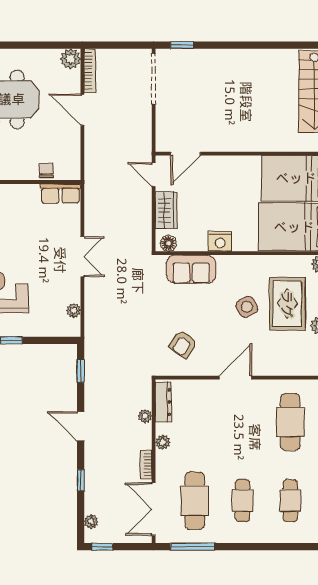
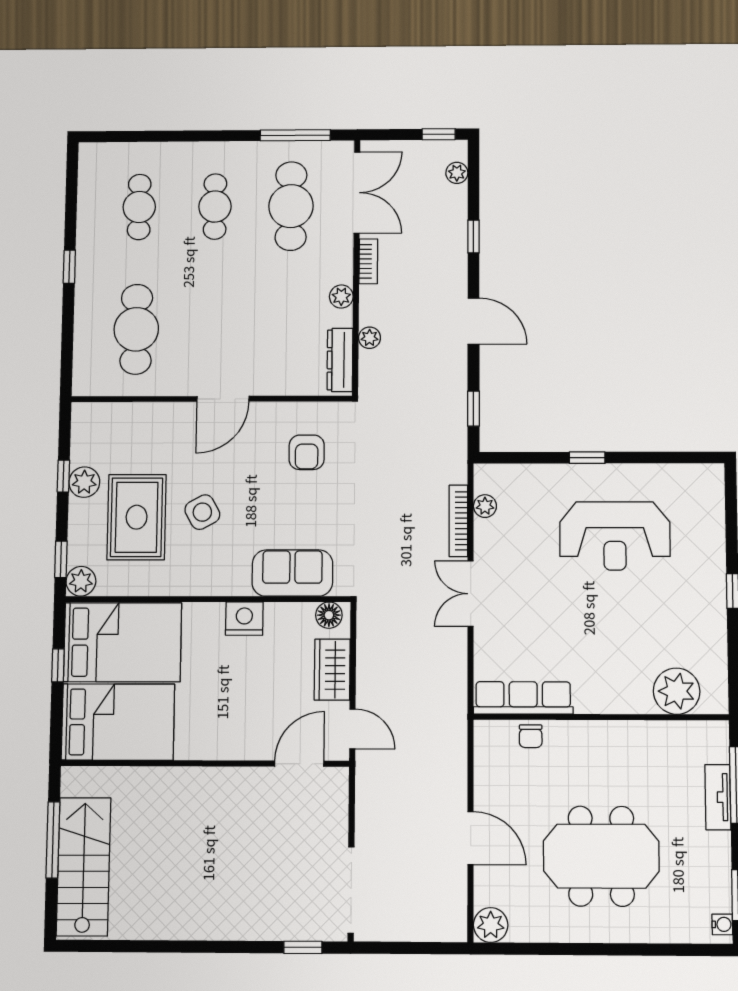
bookcase: (90, 71) -> (458, 521), moved
row of seats: (60, 193) -> (523, 698), width x1.48
armchair: (183, 344) -> (307, 452), turned 145

